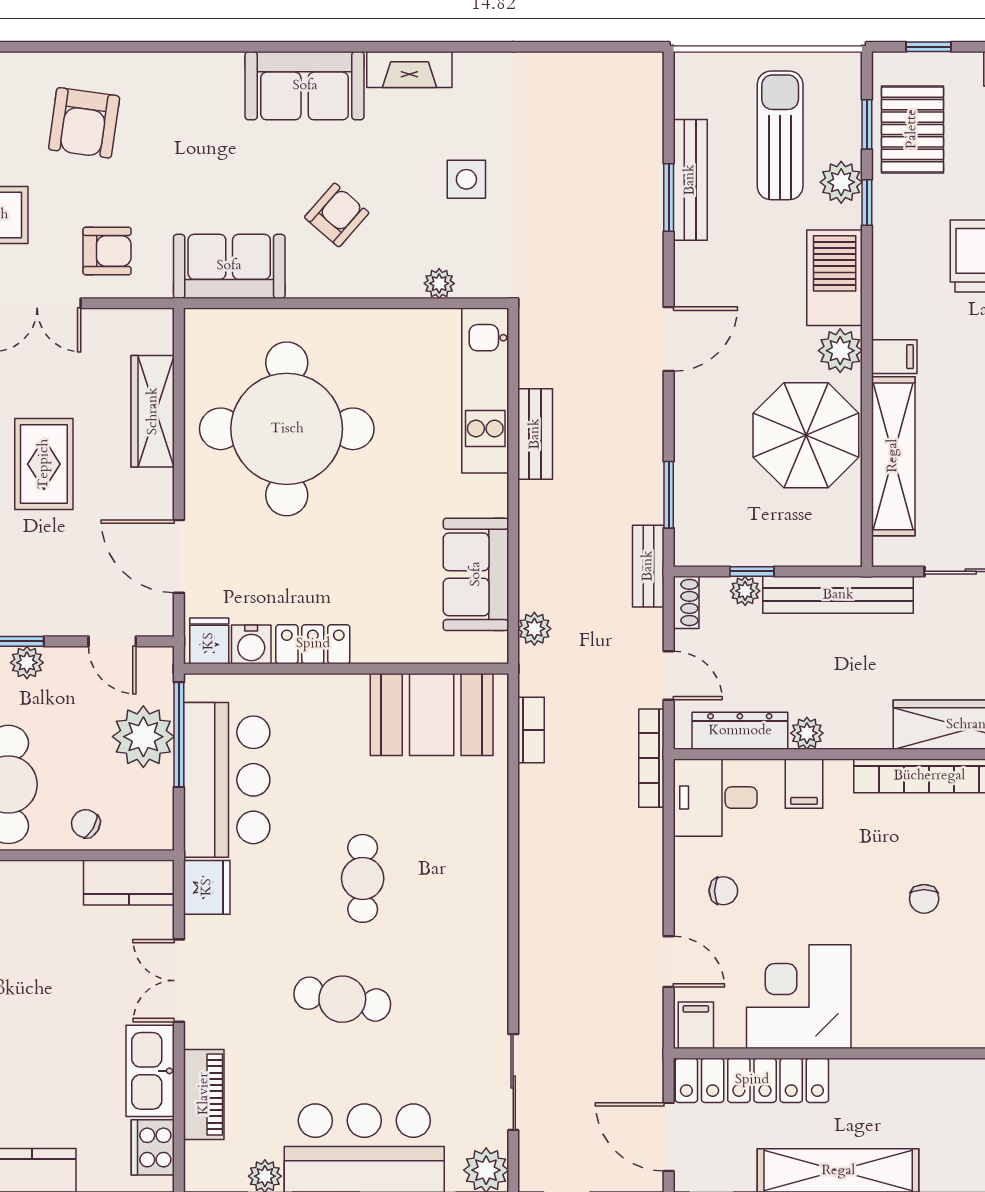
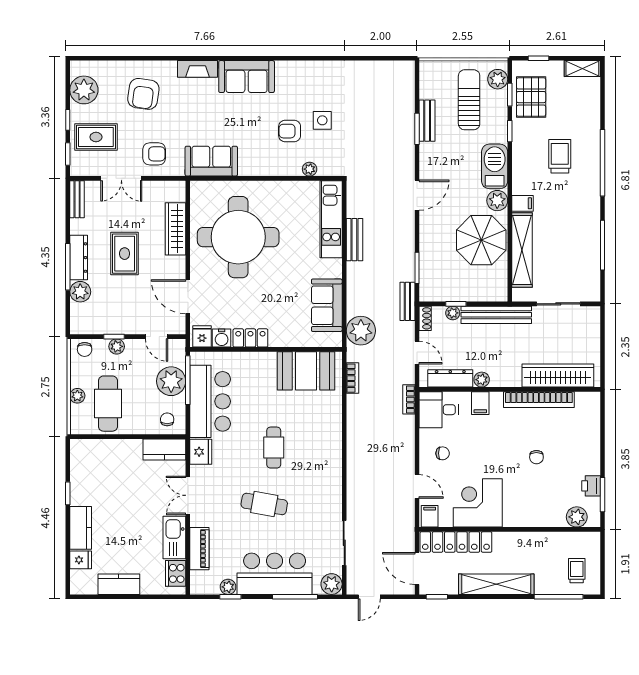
fireplace: (409, 70) -> (197, 69), moved
bench: (690, 180) -> (427, 121), width x0.73
plant: (841, 182) -> (498, 79), moved
armchair: (337, 215) -> (290, 131), moved, turned -131
plant: (534, 629) -> (361, 331), width x1.88, depth x1.88
bookcase: (651, 758) -> (409, 399), width x0.64
chair: (86, 824) -> (167, 419), moved, turned 60

